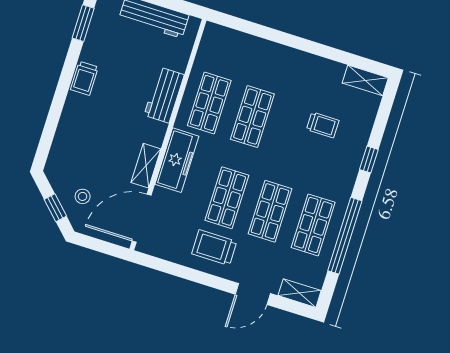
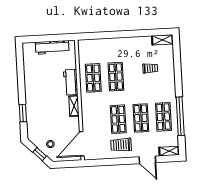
window: (83, 23) -> (23, 113), moved
trolley: (84, 78) -> (30, 88), removed
window: (369, 159) -> (178, 76), removed
freezer: (177, 160) -> (88, 110), removed
shelving: (146, 166) -> (74, 106), moved
door: (253, 294) -> (147, 160), hinge flipped

